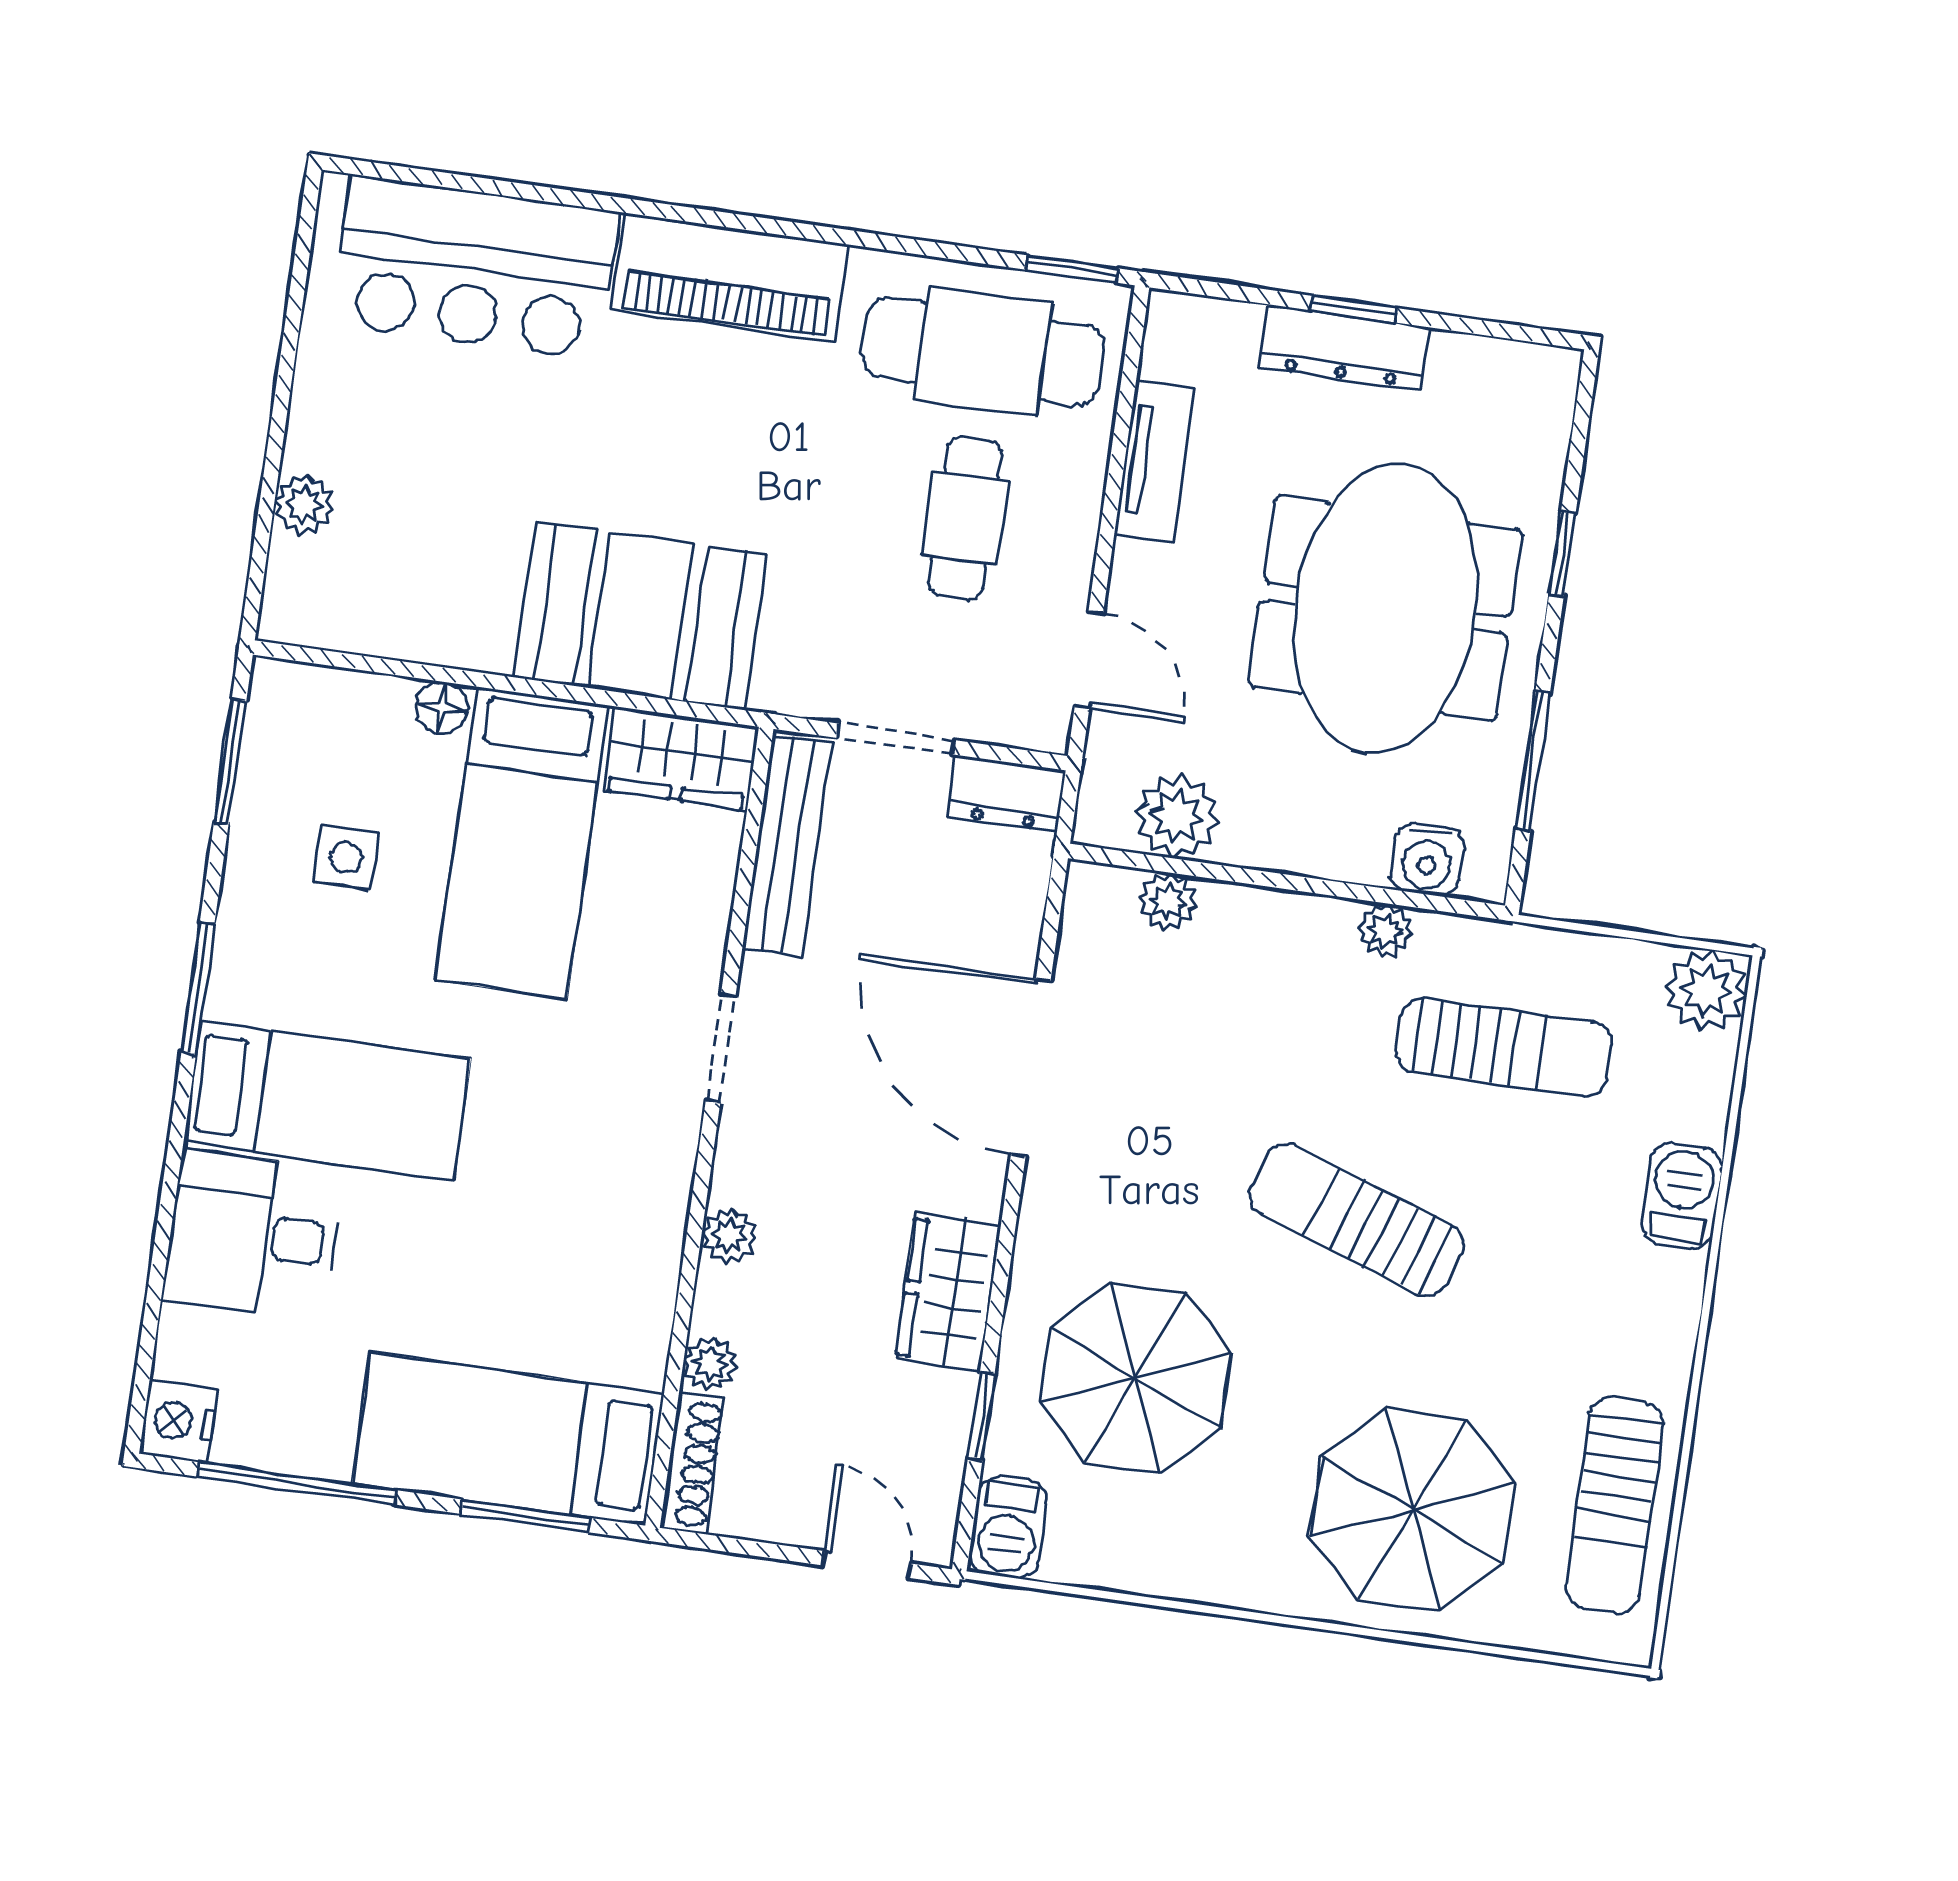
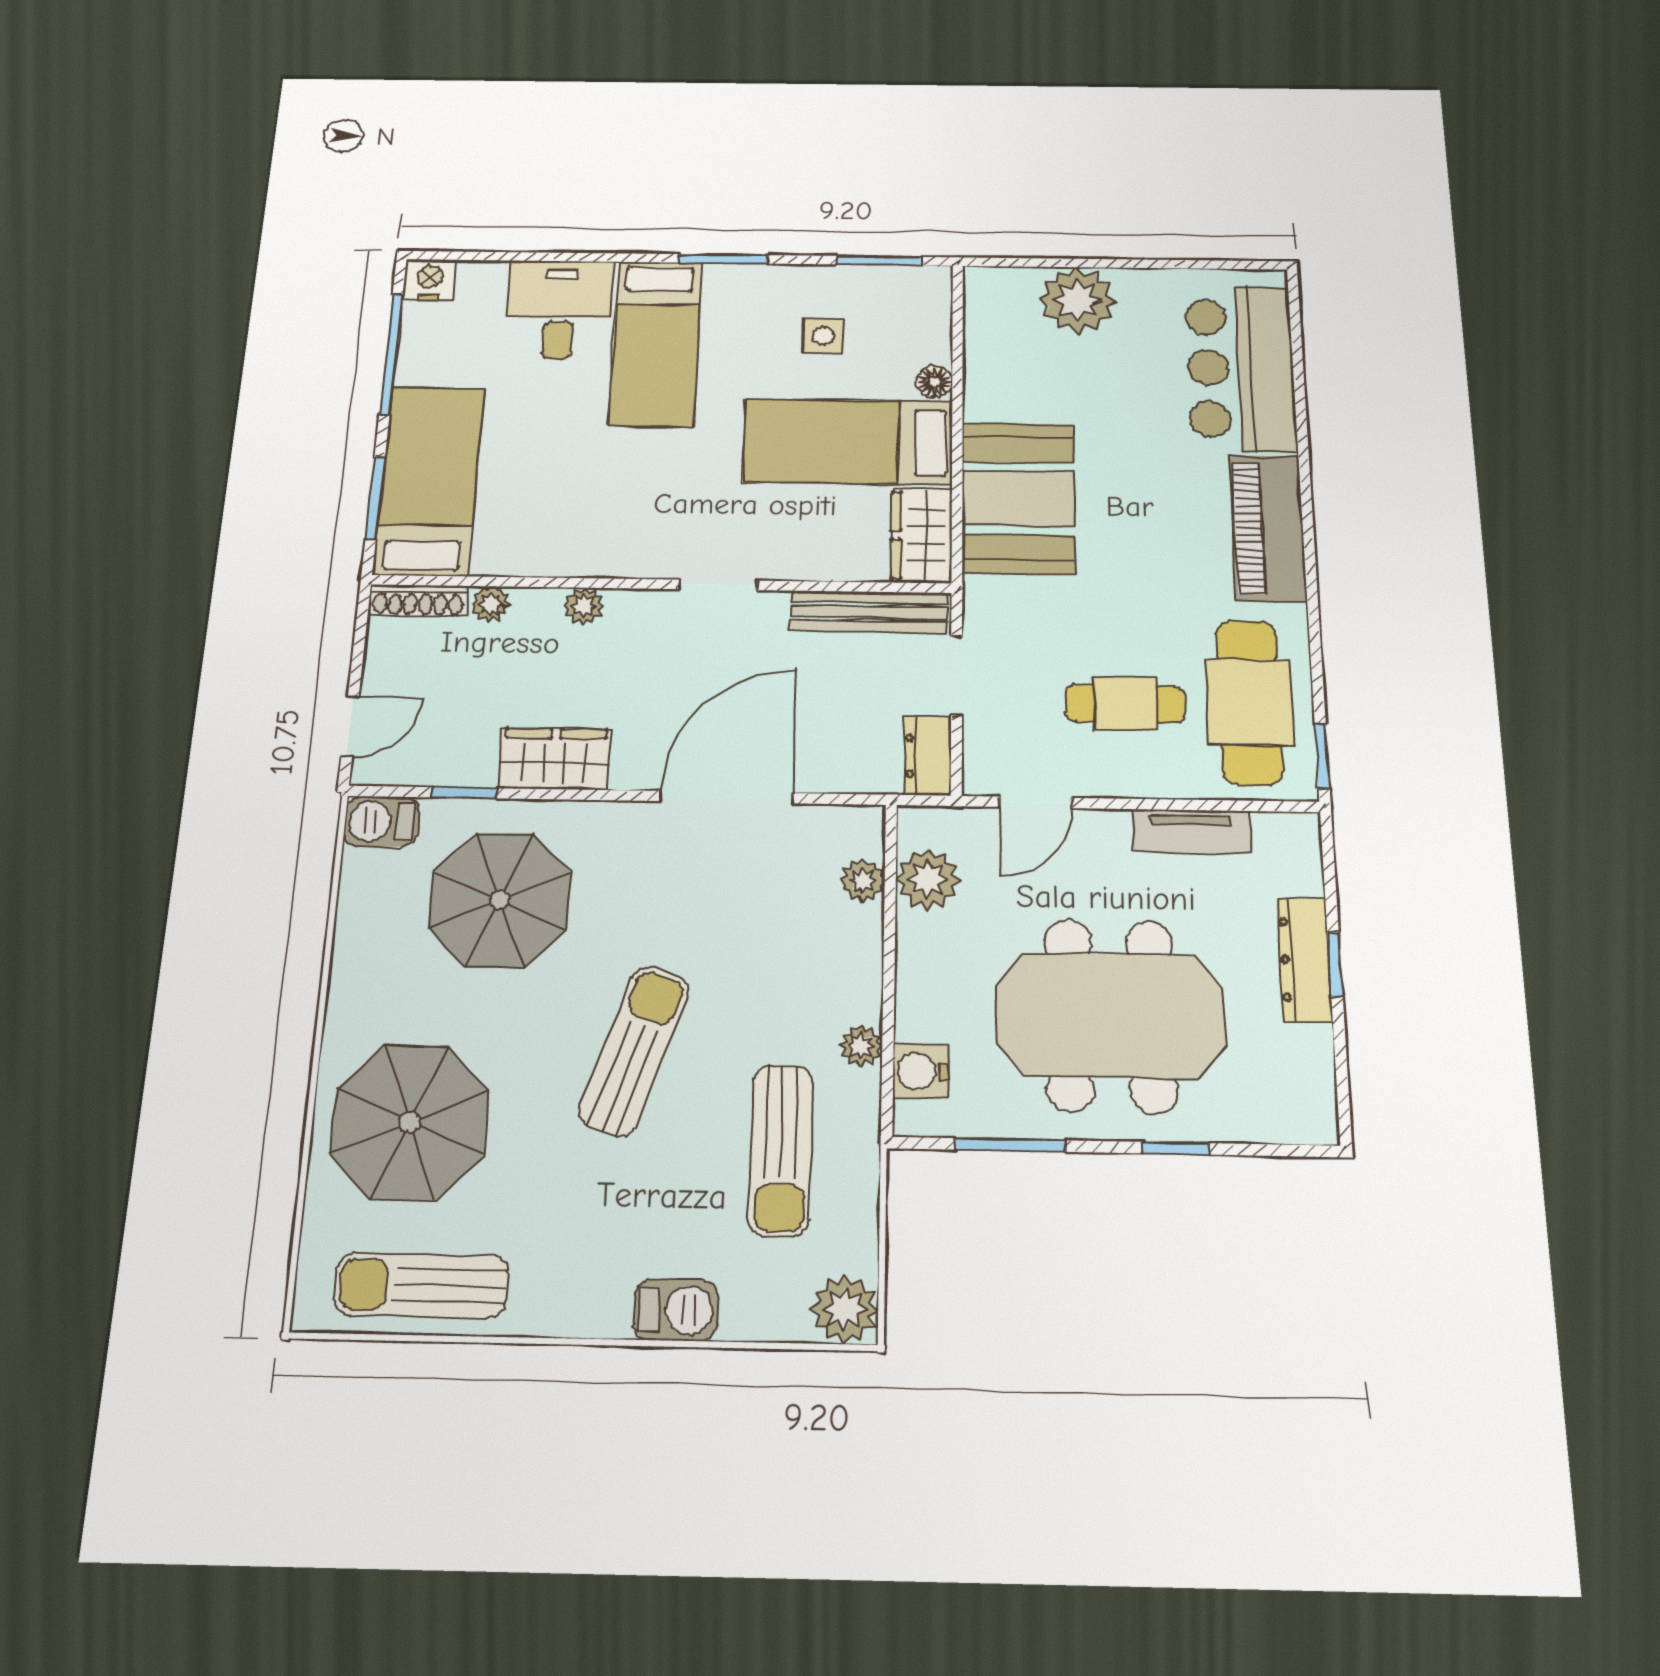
plant: (304, 505) -> (1077, 300), width x1.88, depth x1.88

